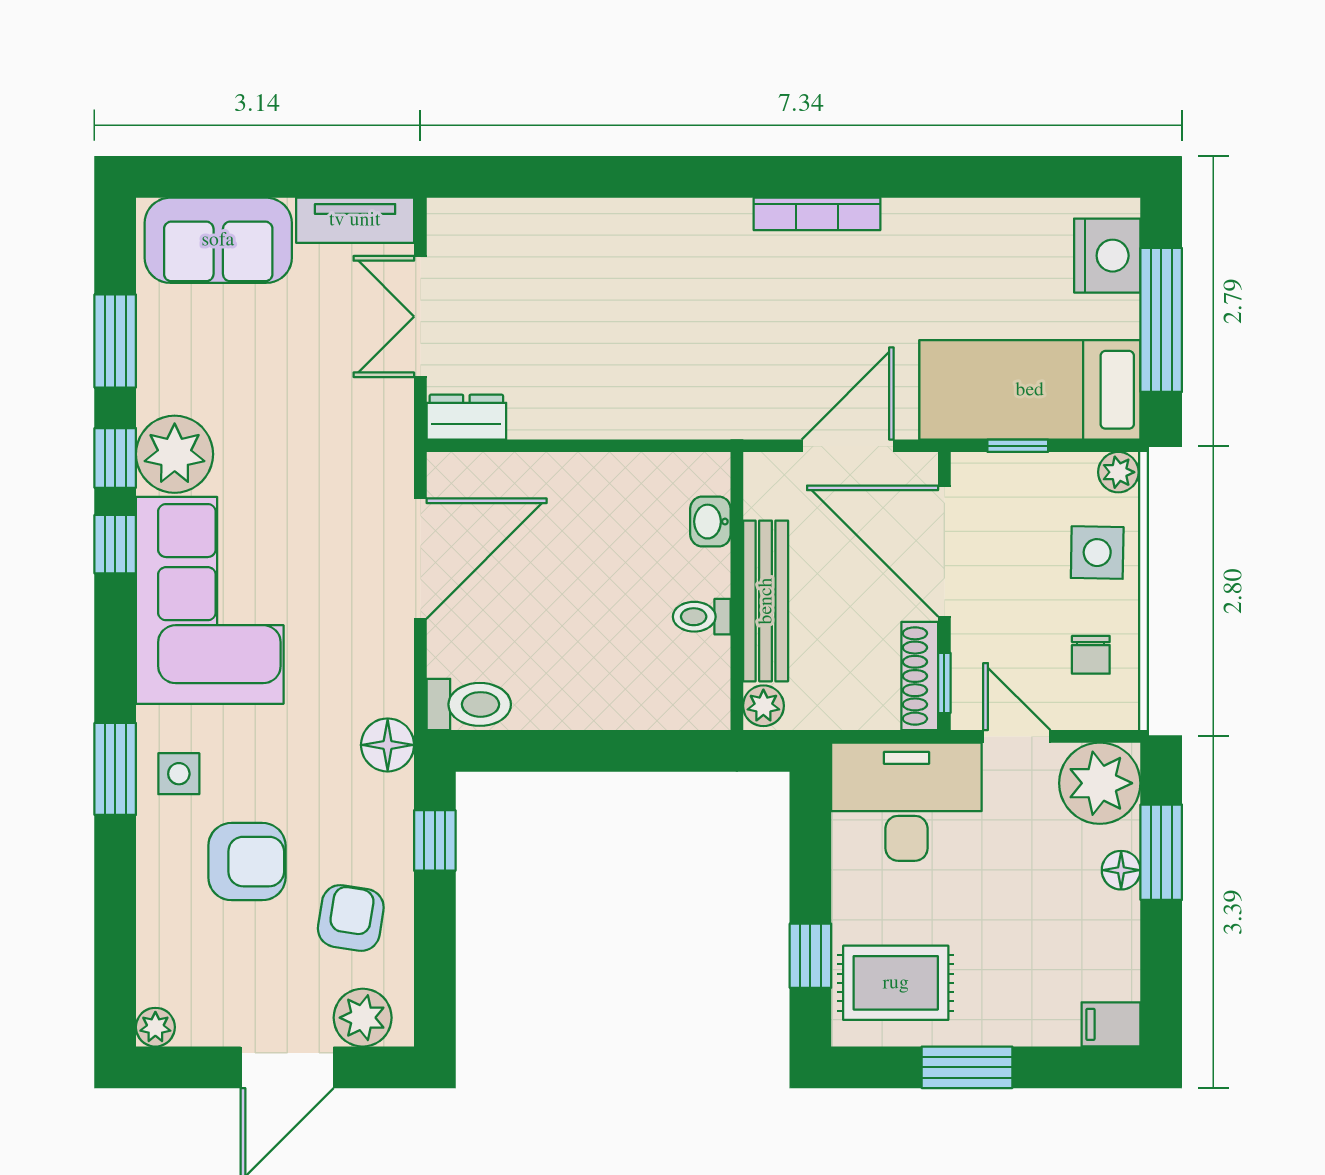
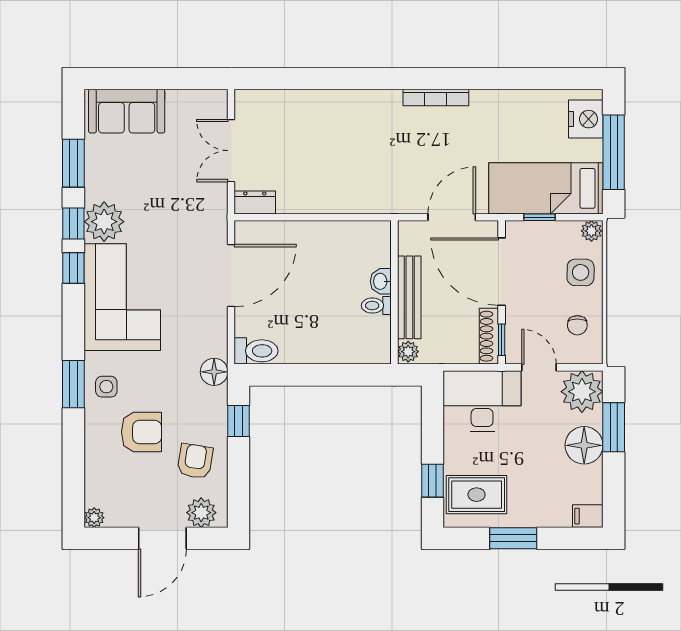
tv unit: (355, 220) -> (197, 101), removed
washbasin: (710, 522) -> (381, 281), moved
floor lamp: (1121, 870) -> (584, 445), width x1.89, depth x1.89

